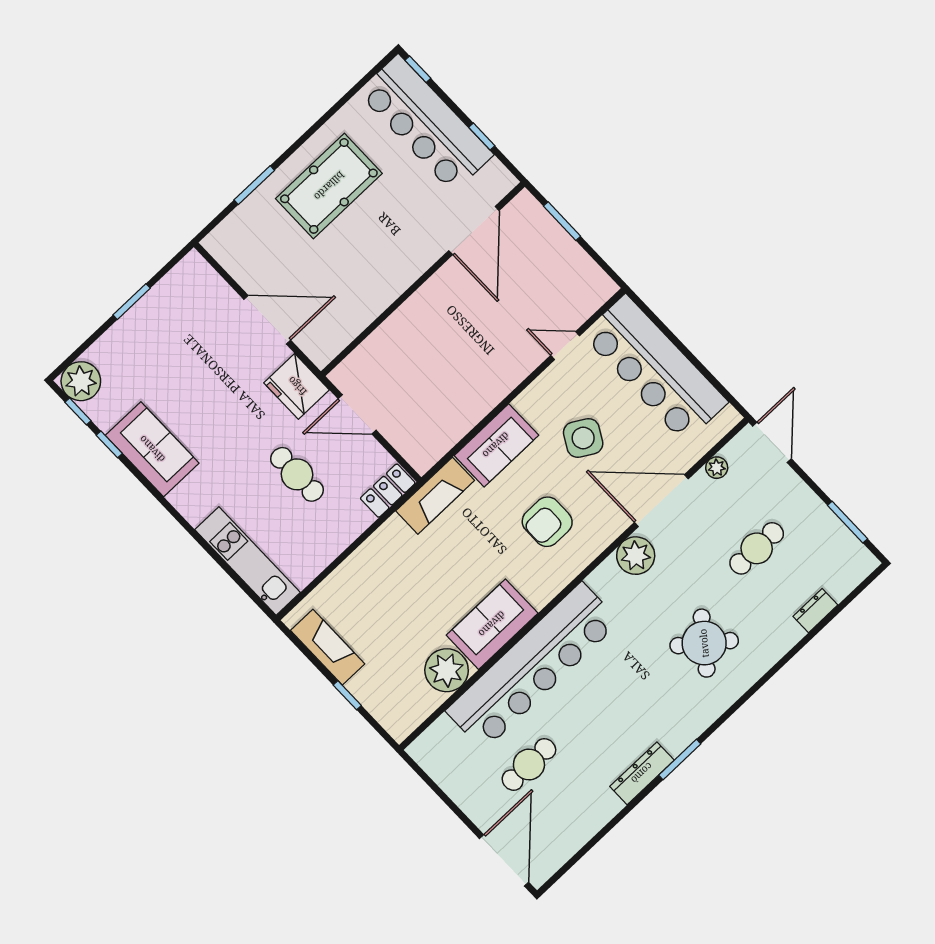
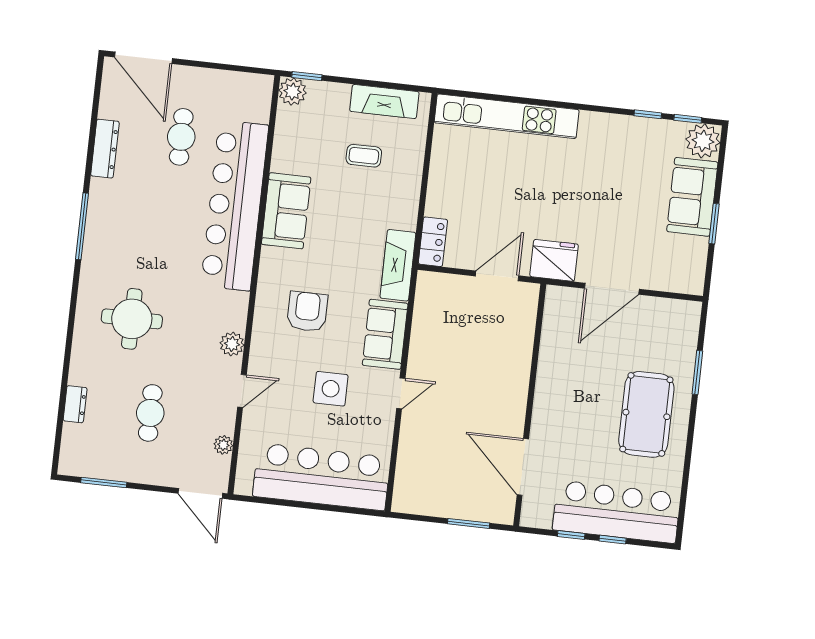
window: (418, 69) -> (613, 540), moved
door: (565, 346) -> (401, 393), moved
side table: (583, 438) -> (331, 389), turned -30
sofa: (152, 449) -> (692, 197), moved, turned 90
cafe table: (297, 474) -> (504, 201), removed
door: (661, 501) -> (242, 391), width x0.53
plant: (636, 556) -> (232, 344), width x0.73, depth x0.73
kitchen unit: (247, 561) -> (507, 116), width x1.36
coffee table: (385, 615) -> (364, 156), added
round table: (704, 643) -> (132, 319), turned -38
plant: (447, 670) -> (293, 91), moved, width x0.73, depth x0.73
window: (347, 695) -> (307, 76), moved
window: (680, 759) -> (82, 226), width x1.44
dresser: (642, 773) -> (105, 149), moved

